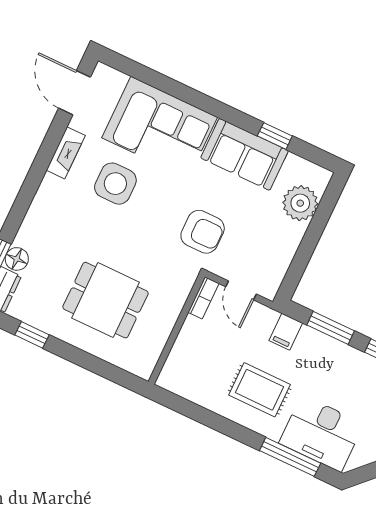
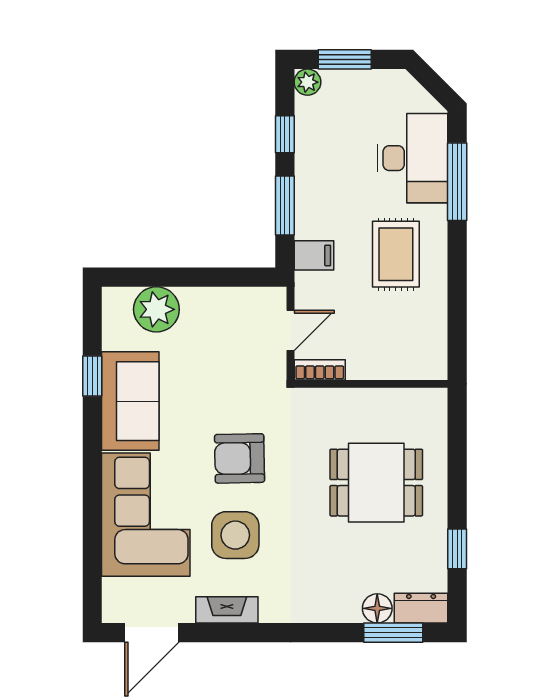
armchair: (203, 232) -> (240, 458), moved, turned -91
dining table: (105, 300) -> (376, 483), turned 90

